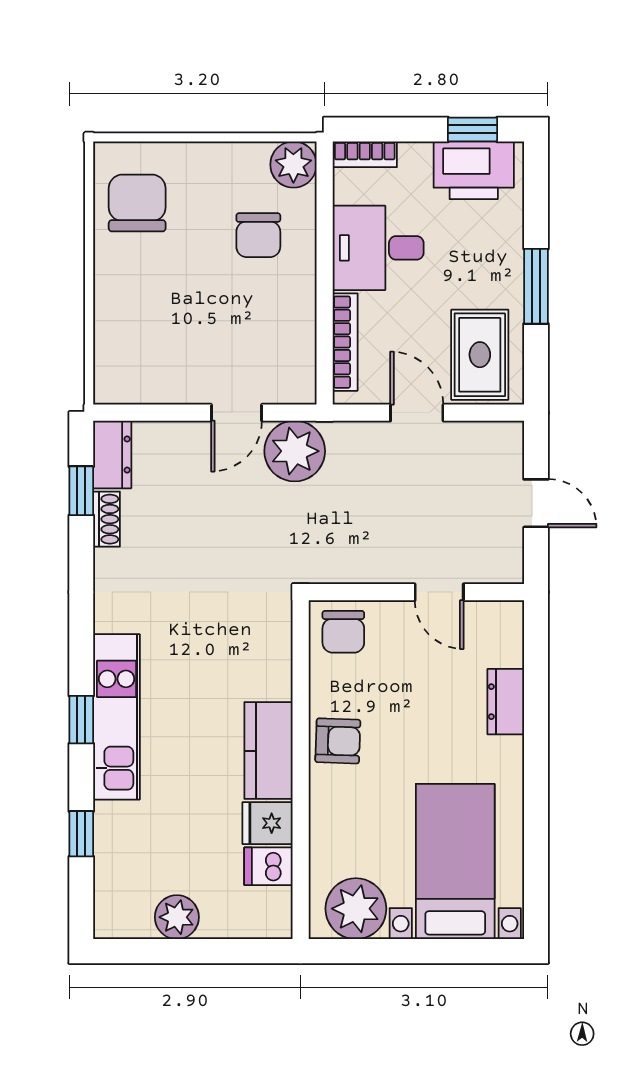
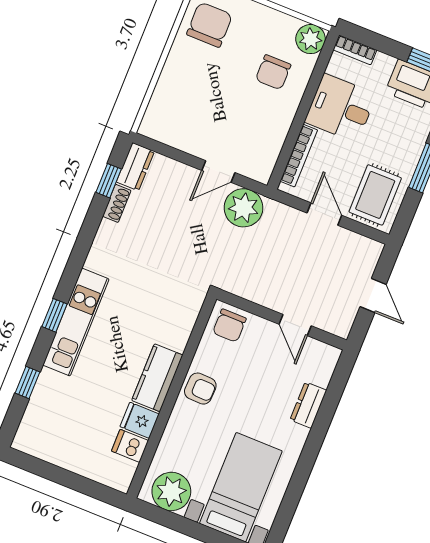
plant: (177, 917) -> (64, 454), removed

